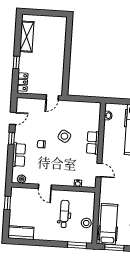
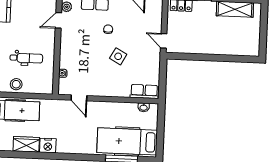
row of seats: (93, 143) -> (144, 91), moved
door: (99, 170) -> (79, 98), hinge flipped
door: (45, 187) -> (58, 20), moved

